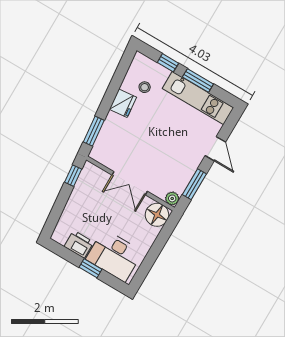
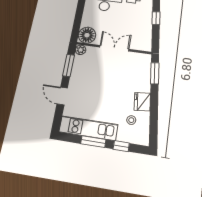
window: (73, 176) -> (156, 18), moved

